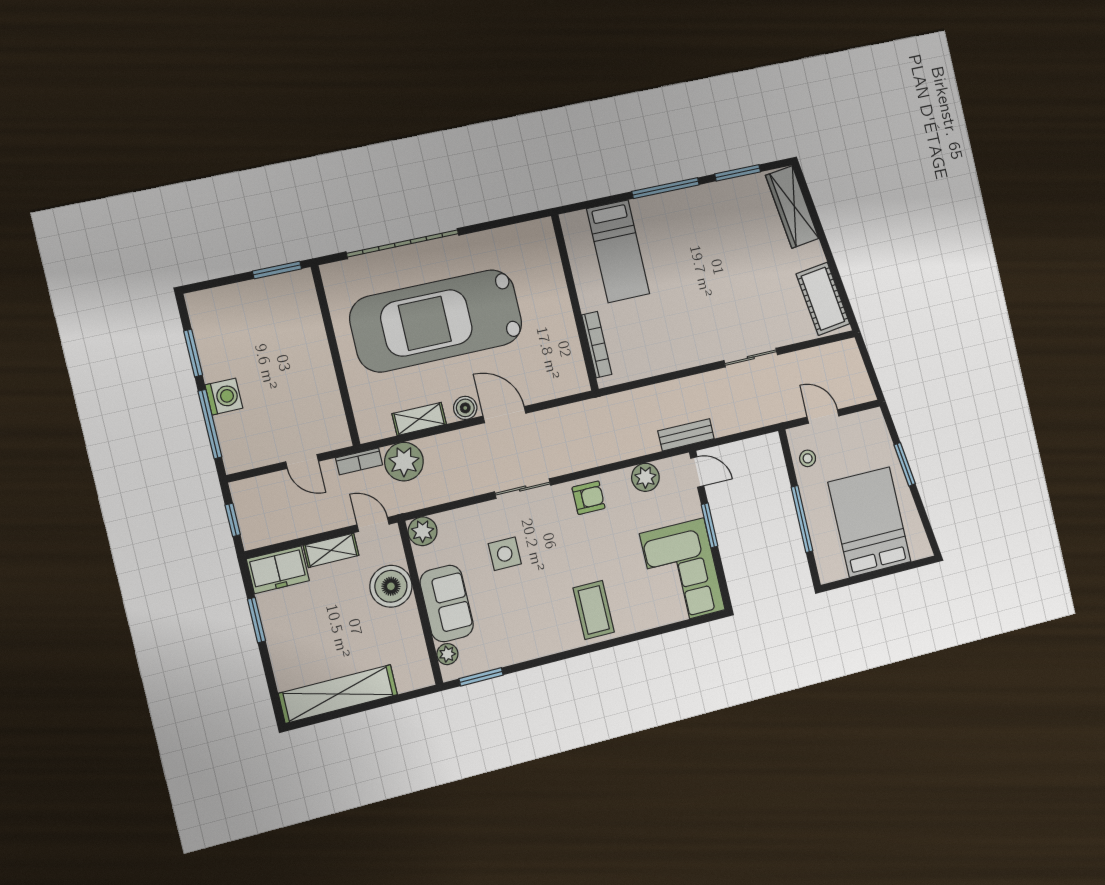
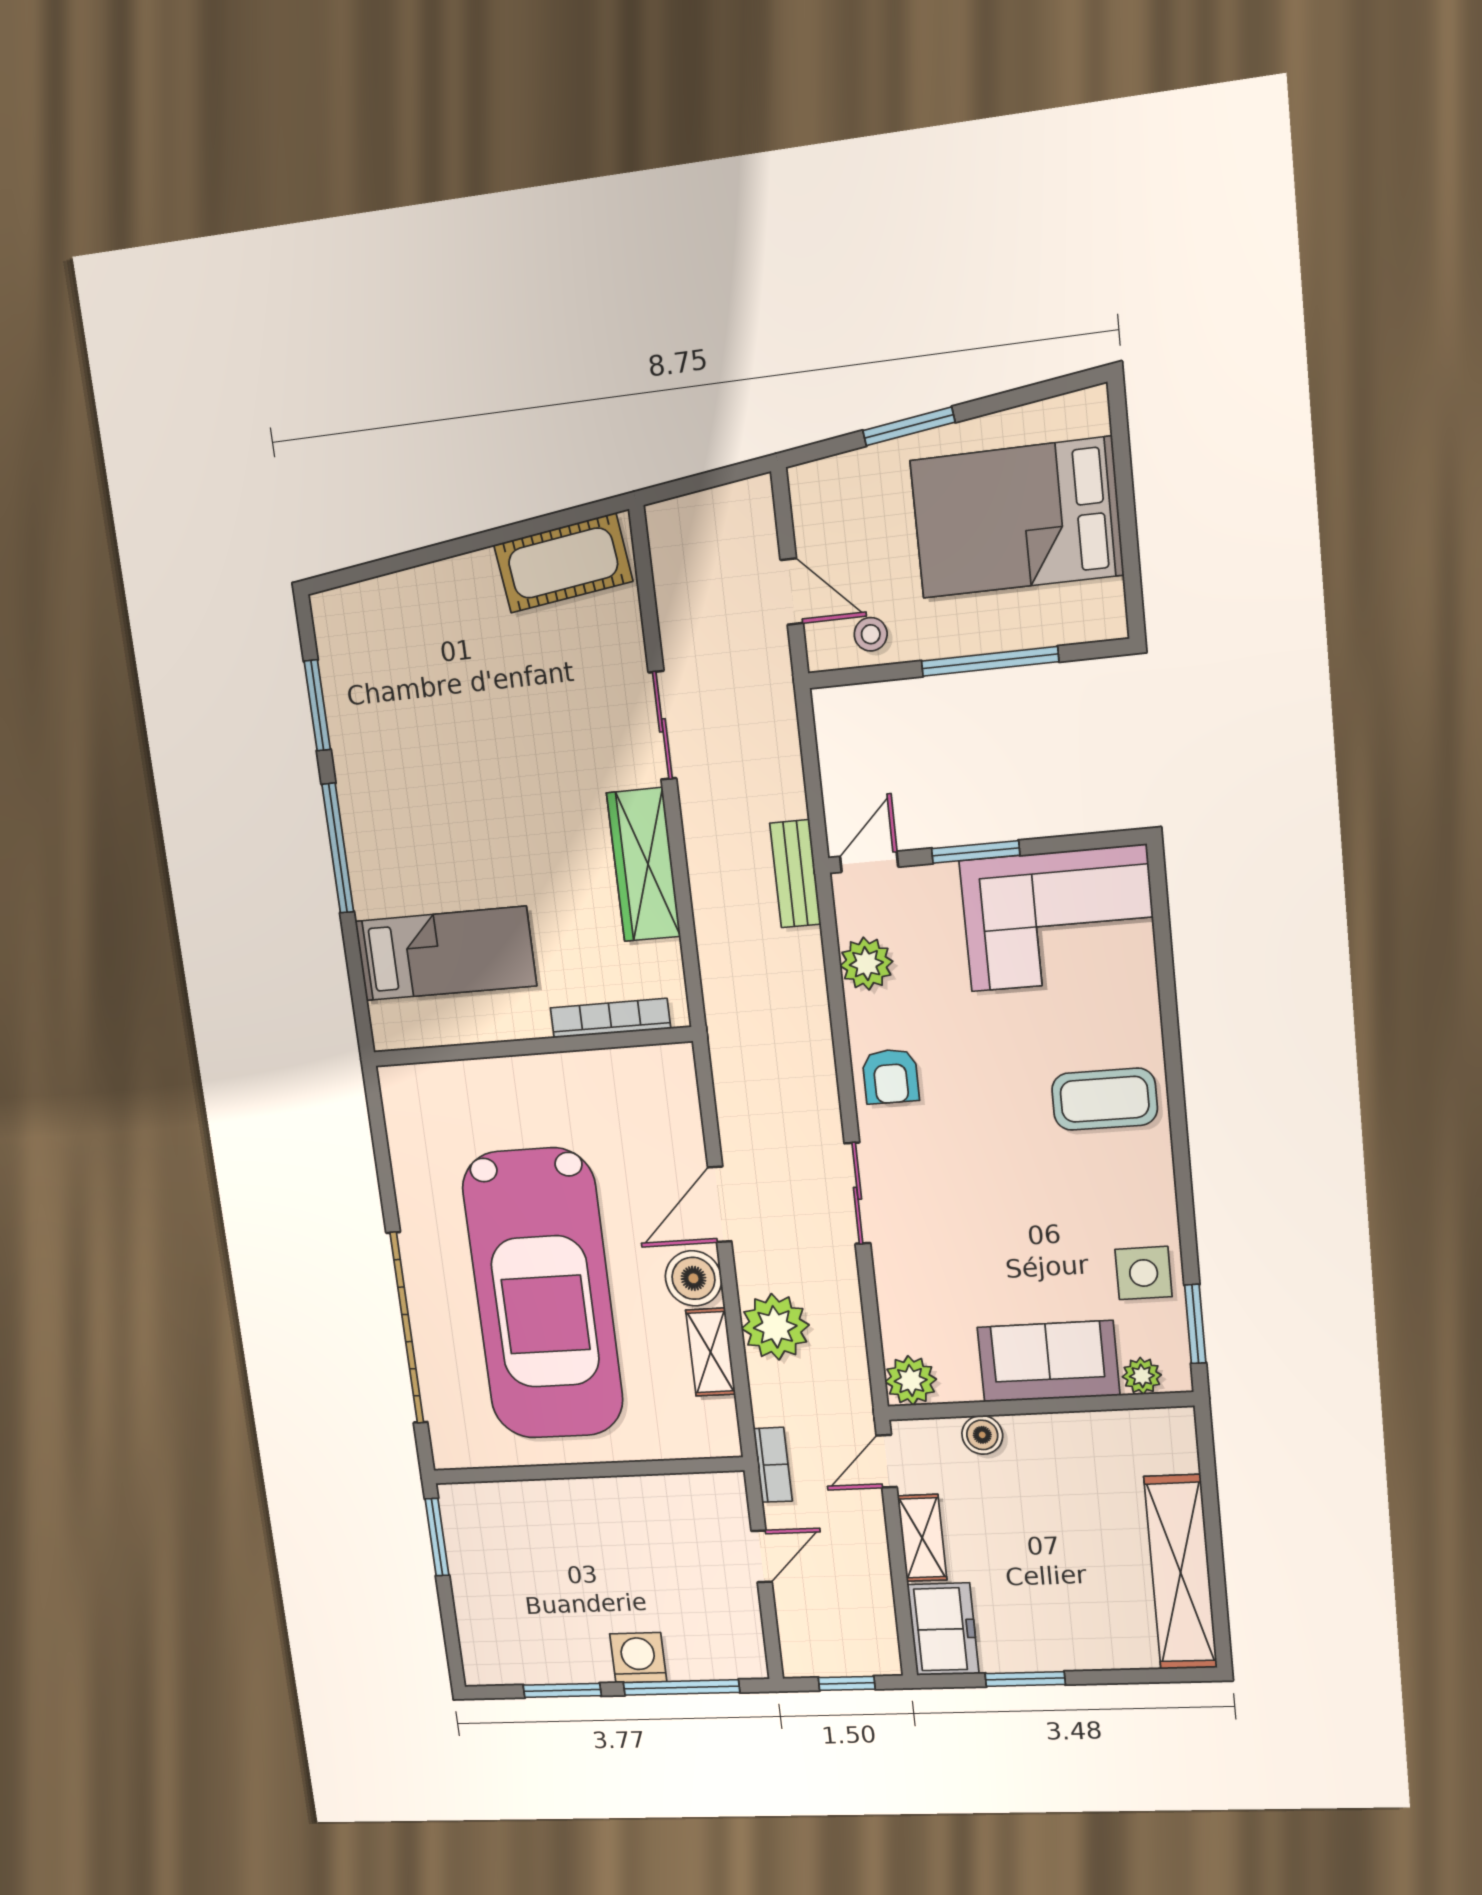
wardrobe: (792, 207) -> (644, 865), moved, turned 98
boiler: (465, 408) -> (693, 1278), width x1.36, depth x1.36
door: (823, 416) -> (792, 592), swing flipped
plant: (404, 462) -> (775, 1327), moved
armchair: (589, 498) -> (890, 1076), turned 180
side table: (505, 554) -> (1144, 1273), moved
boiler: (391, 586) -> (982, 1435), width x0.54, depth x0.54

